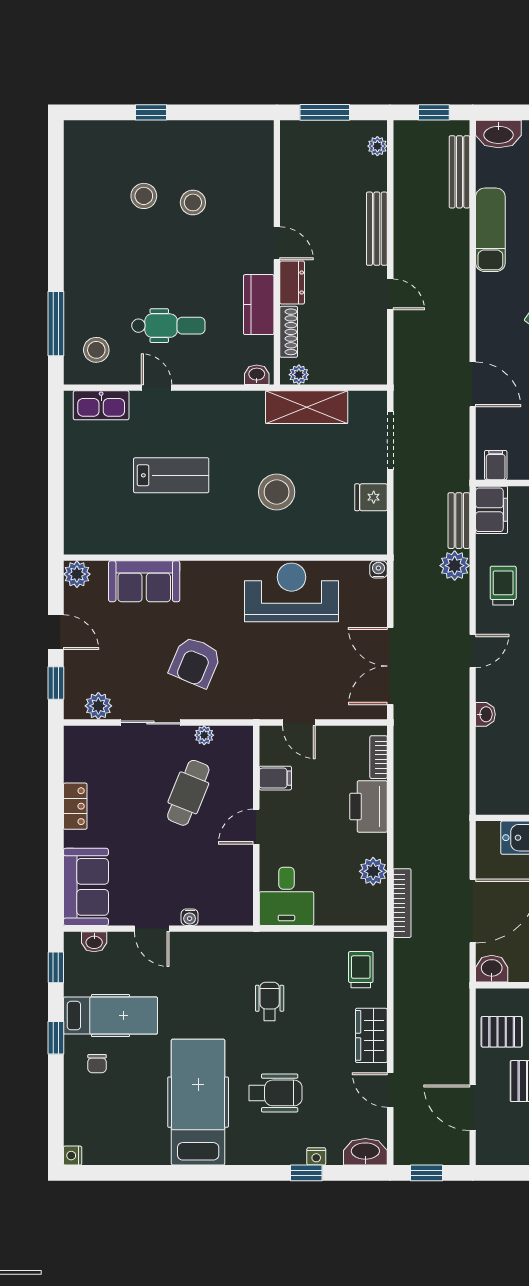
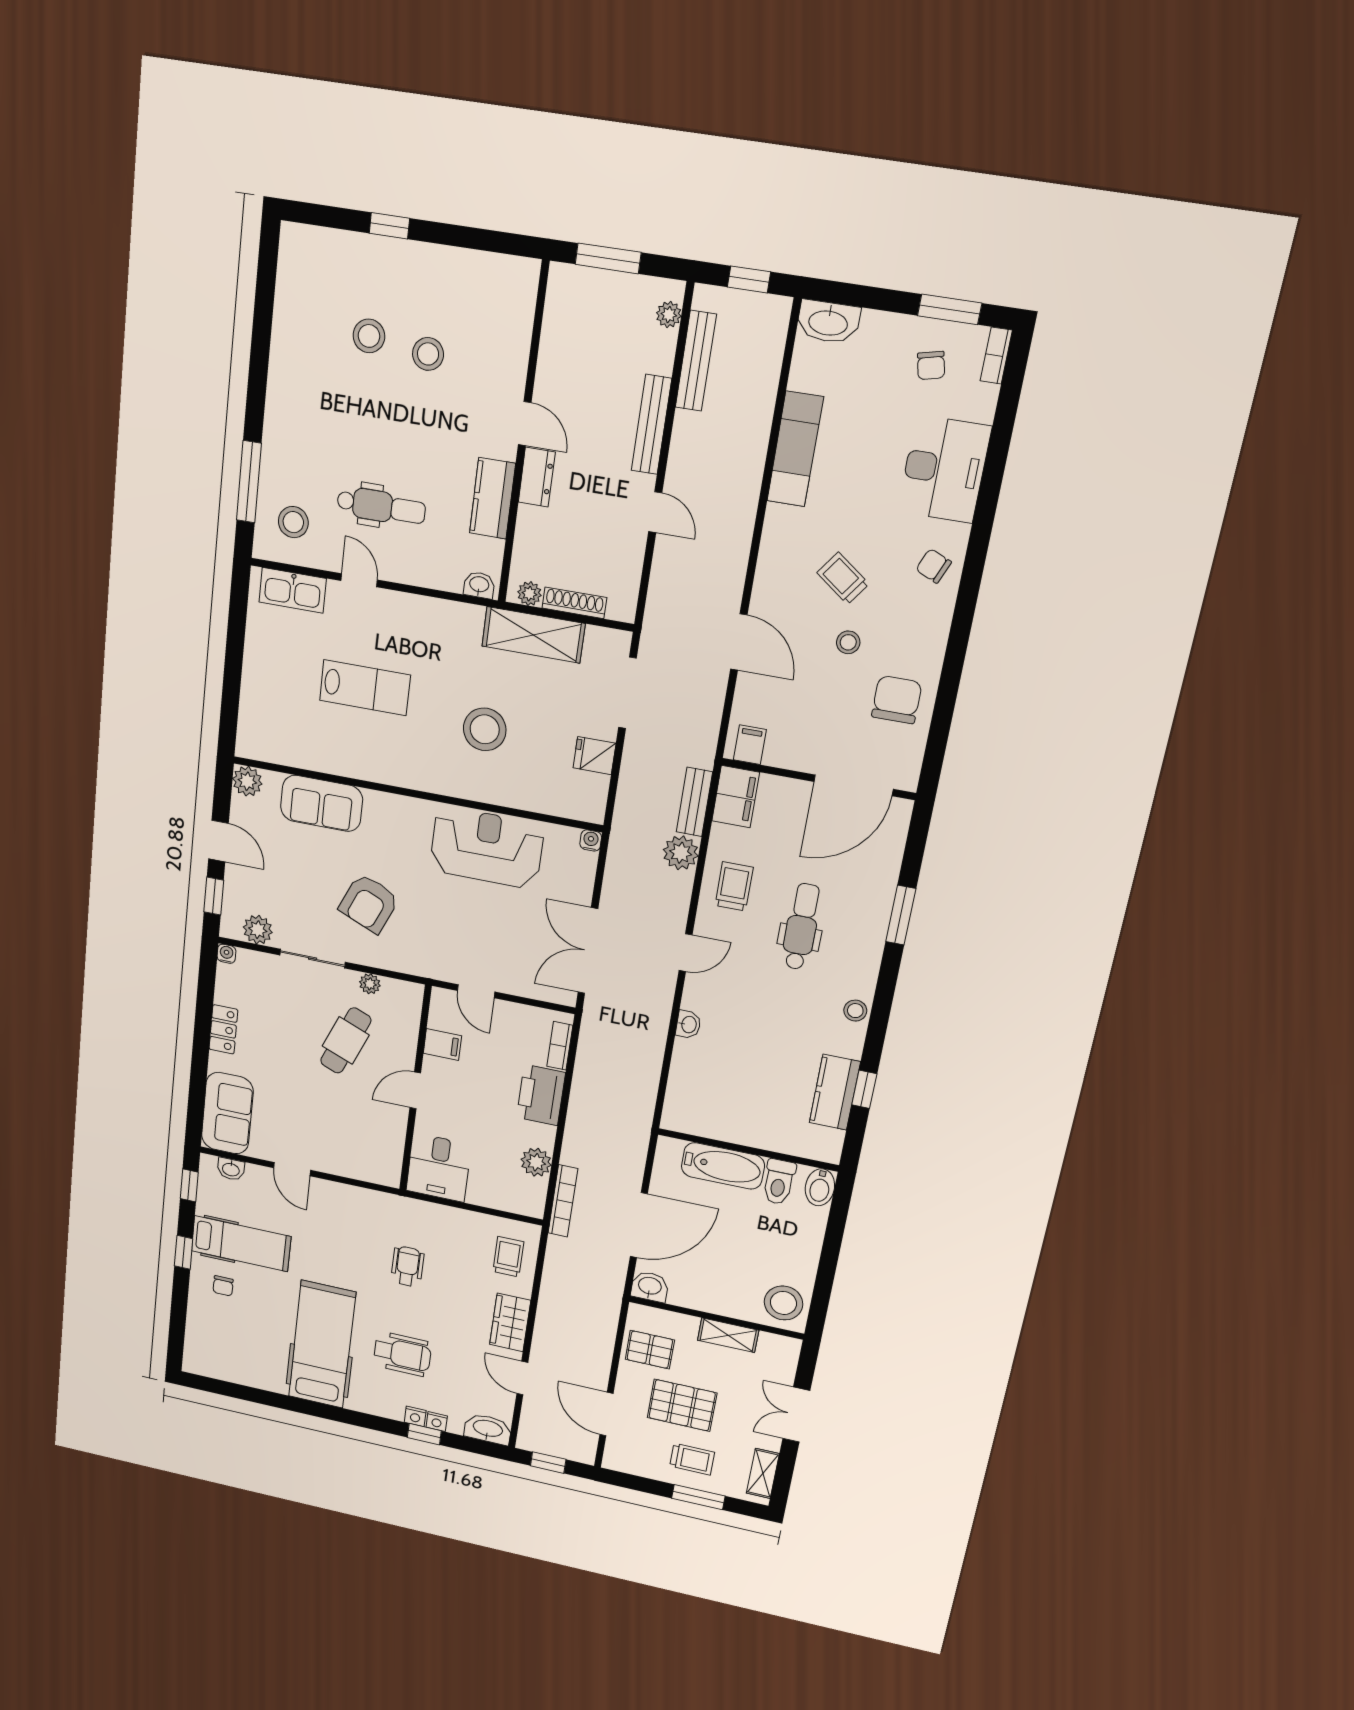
bench: (459, 172) -> (696, 361), moved
shoe rack: (289, 332) -> (574, 603), moved, turned -90
water cooler: (190, 917) -> (226, 954), moved, turned 180
nightstand: (73, 1156) -> (415, 1416), moved, turned -90

